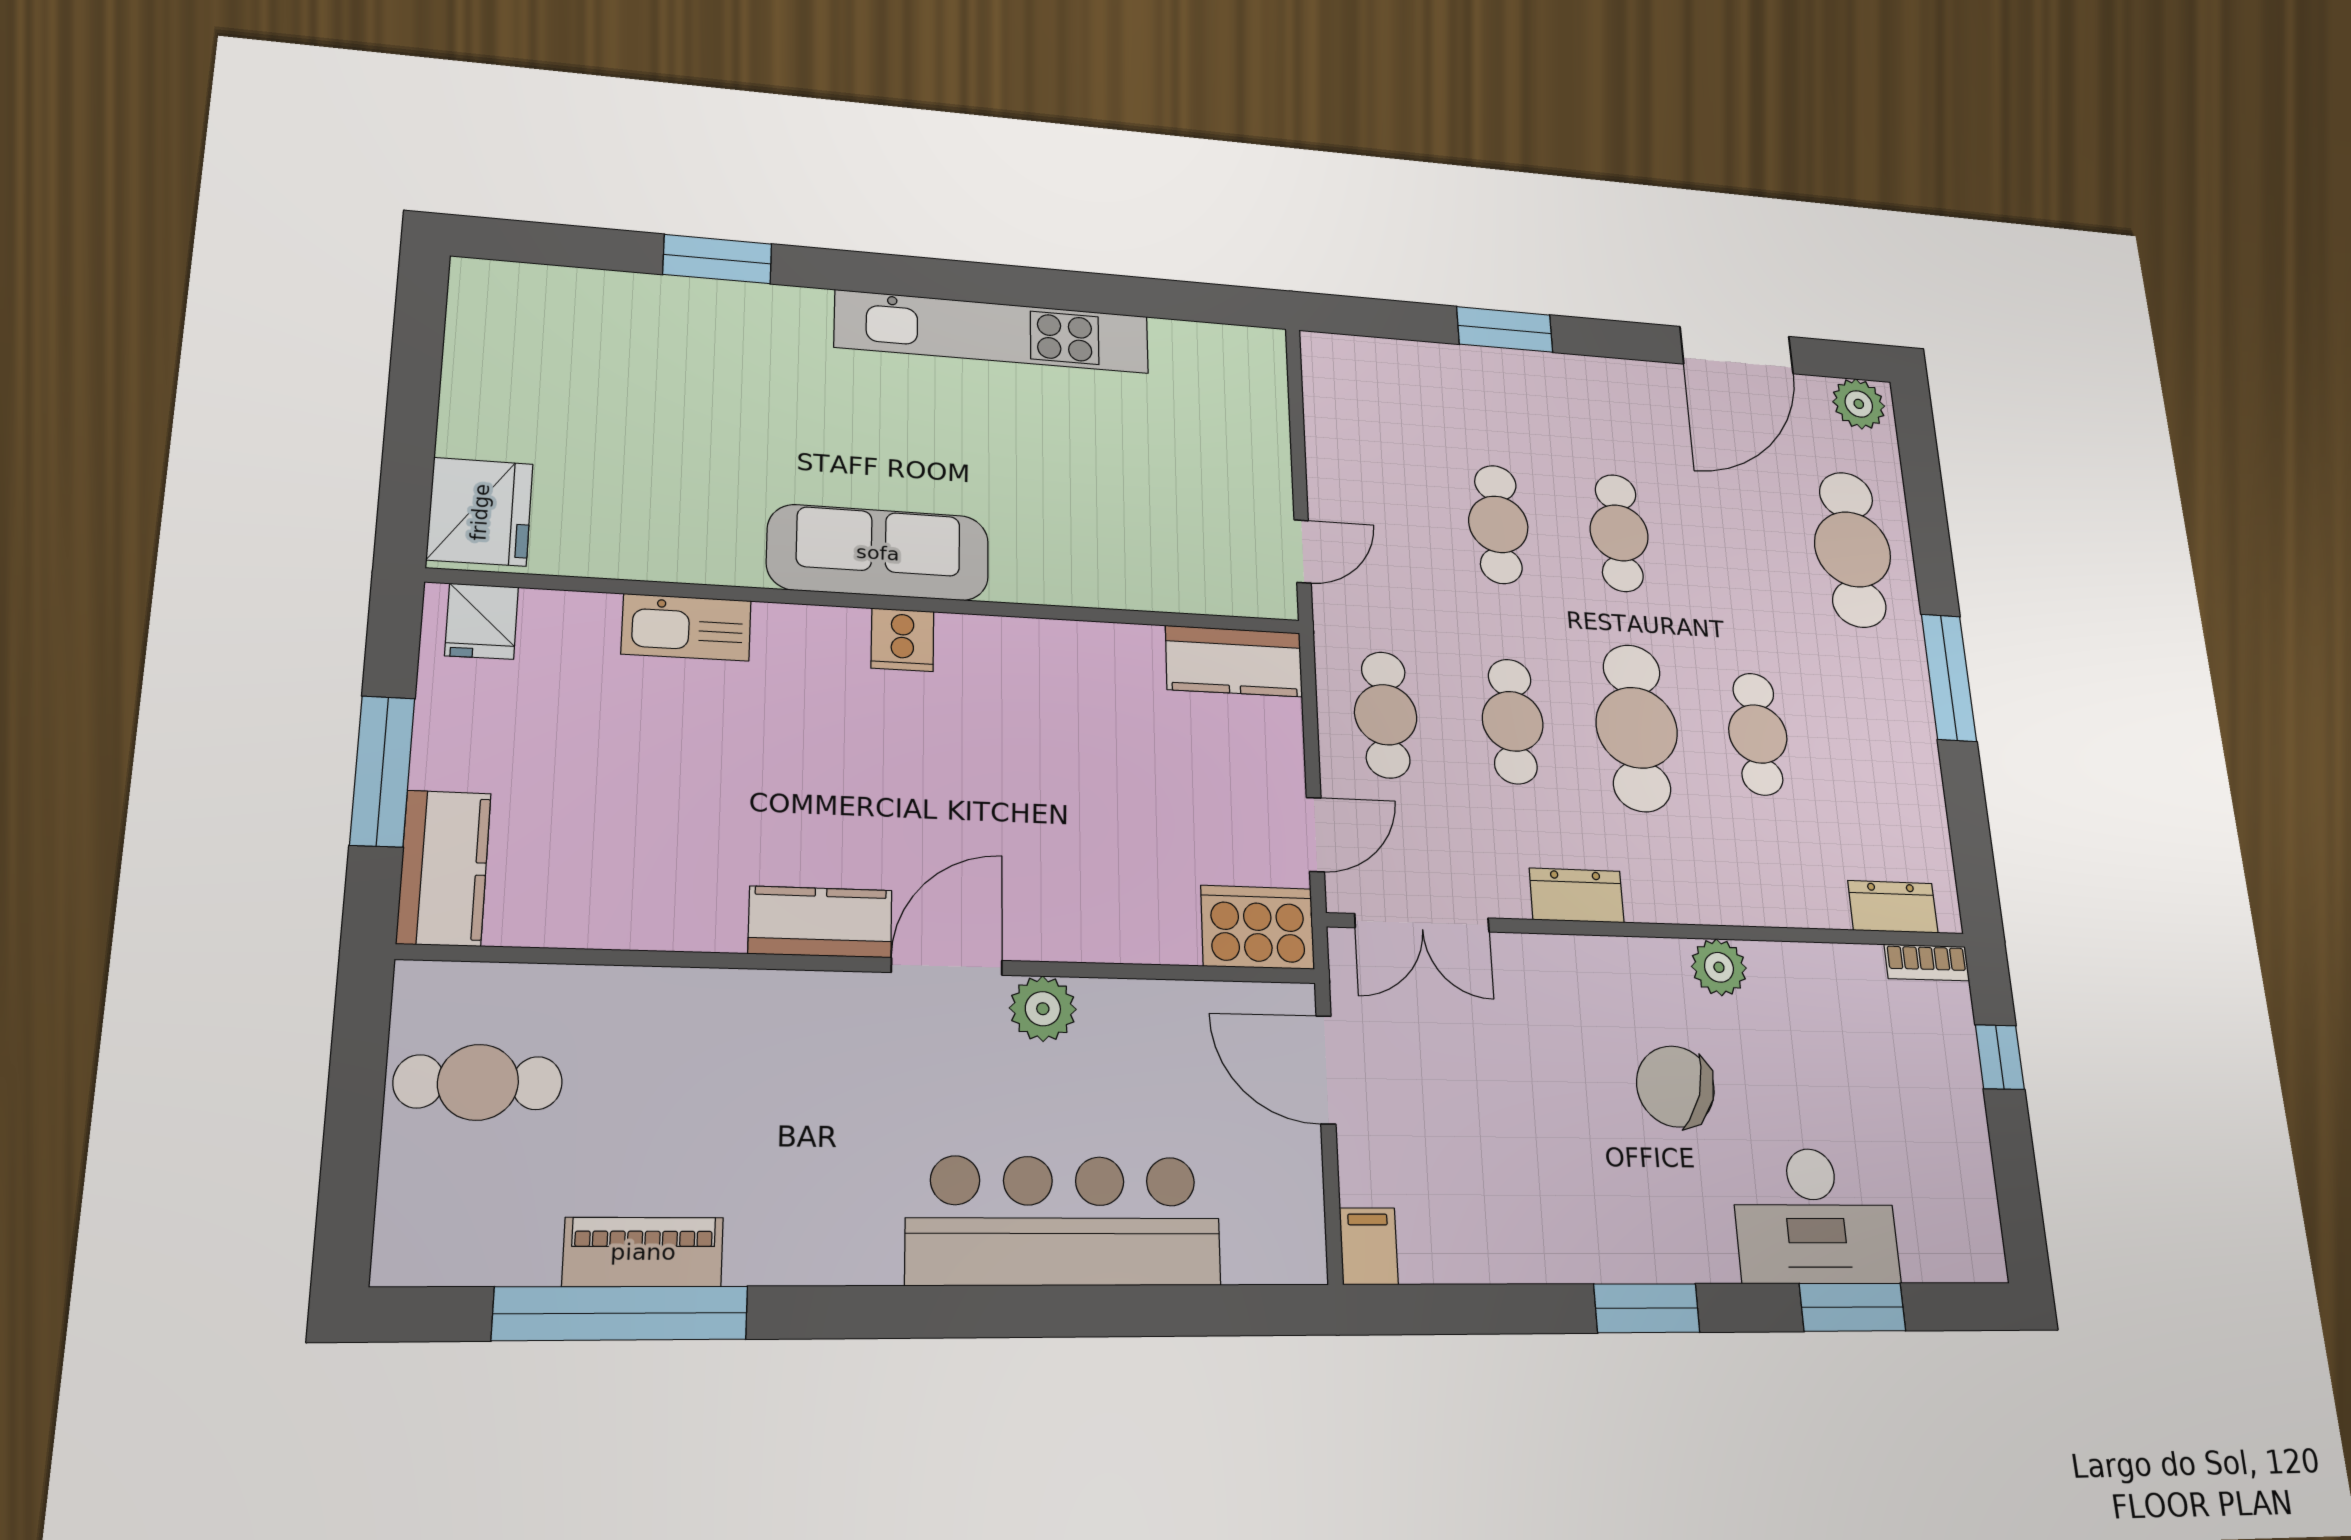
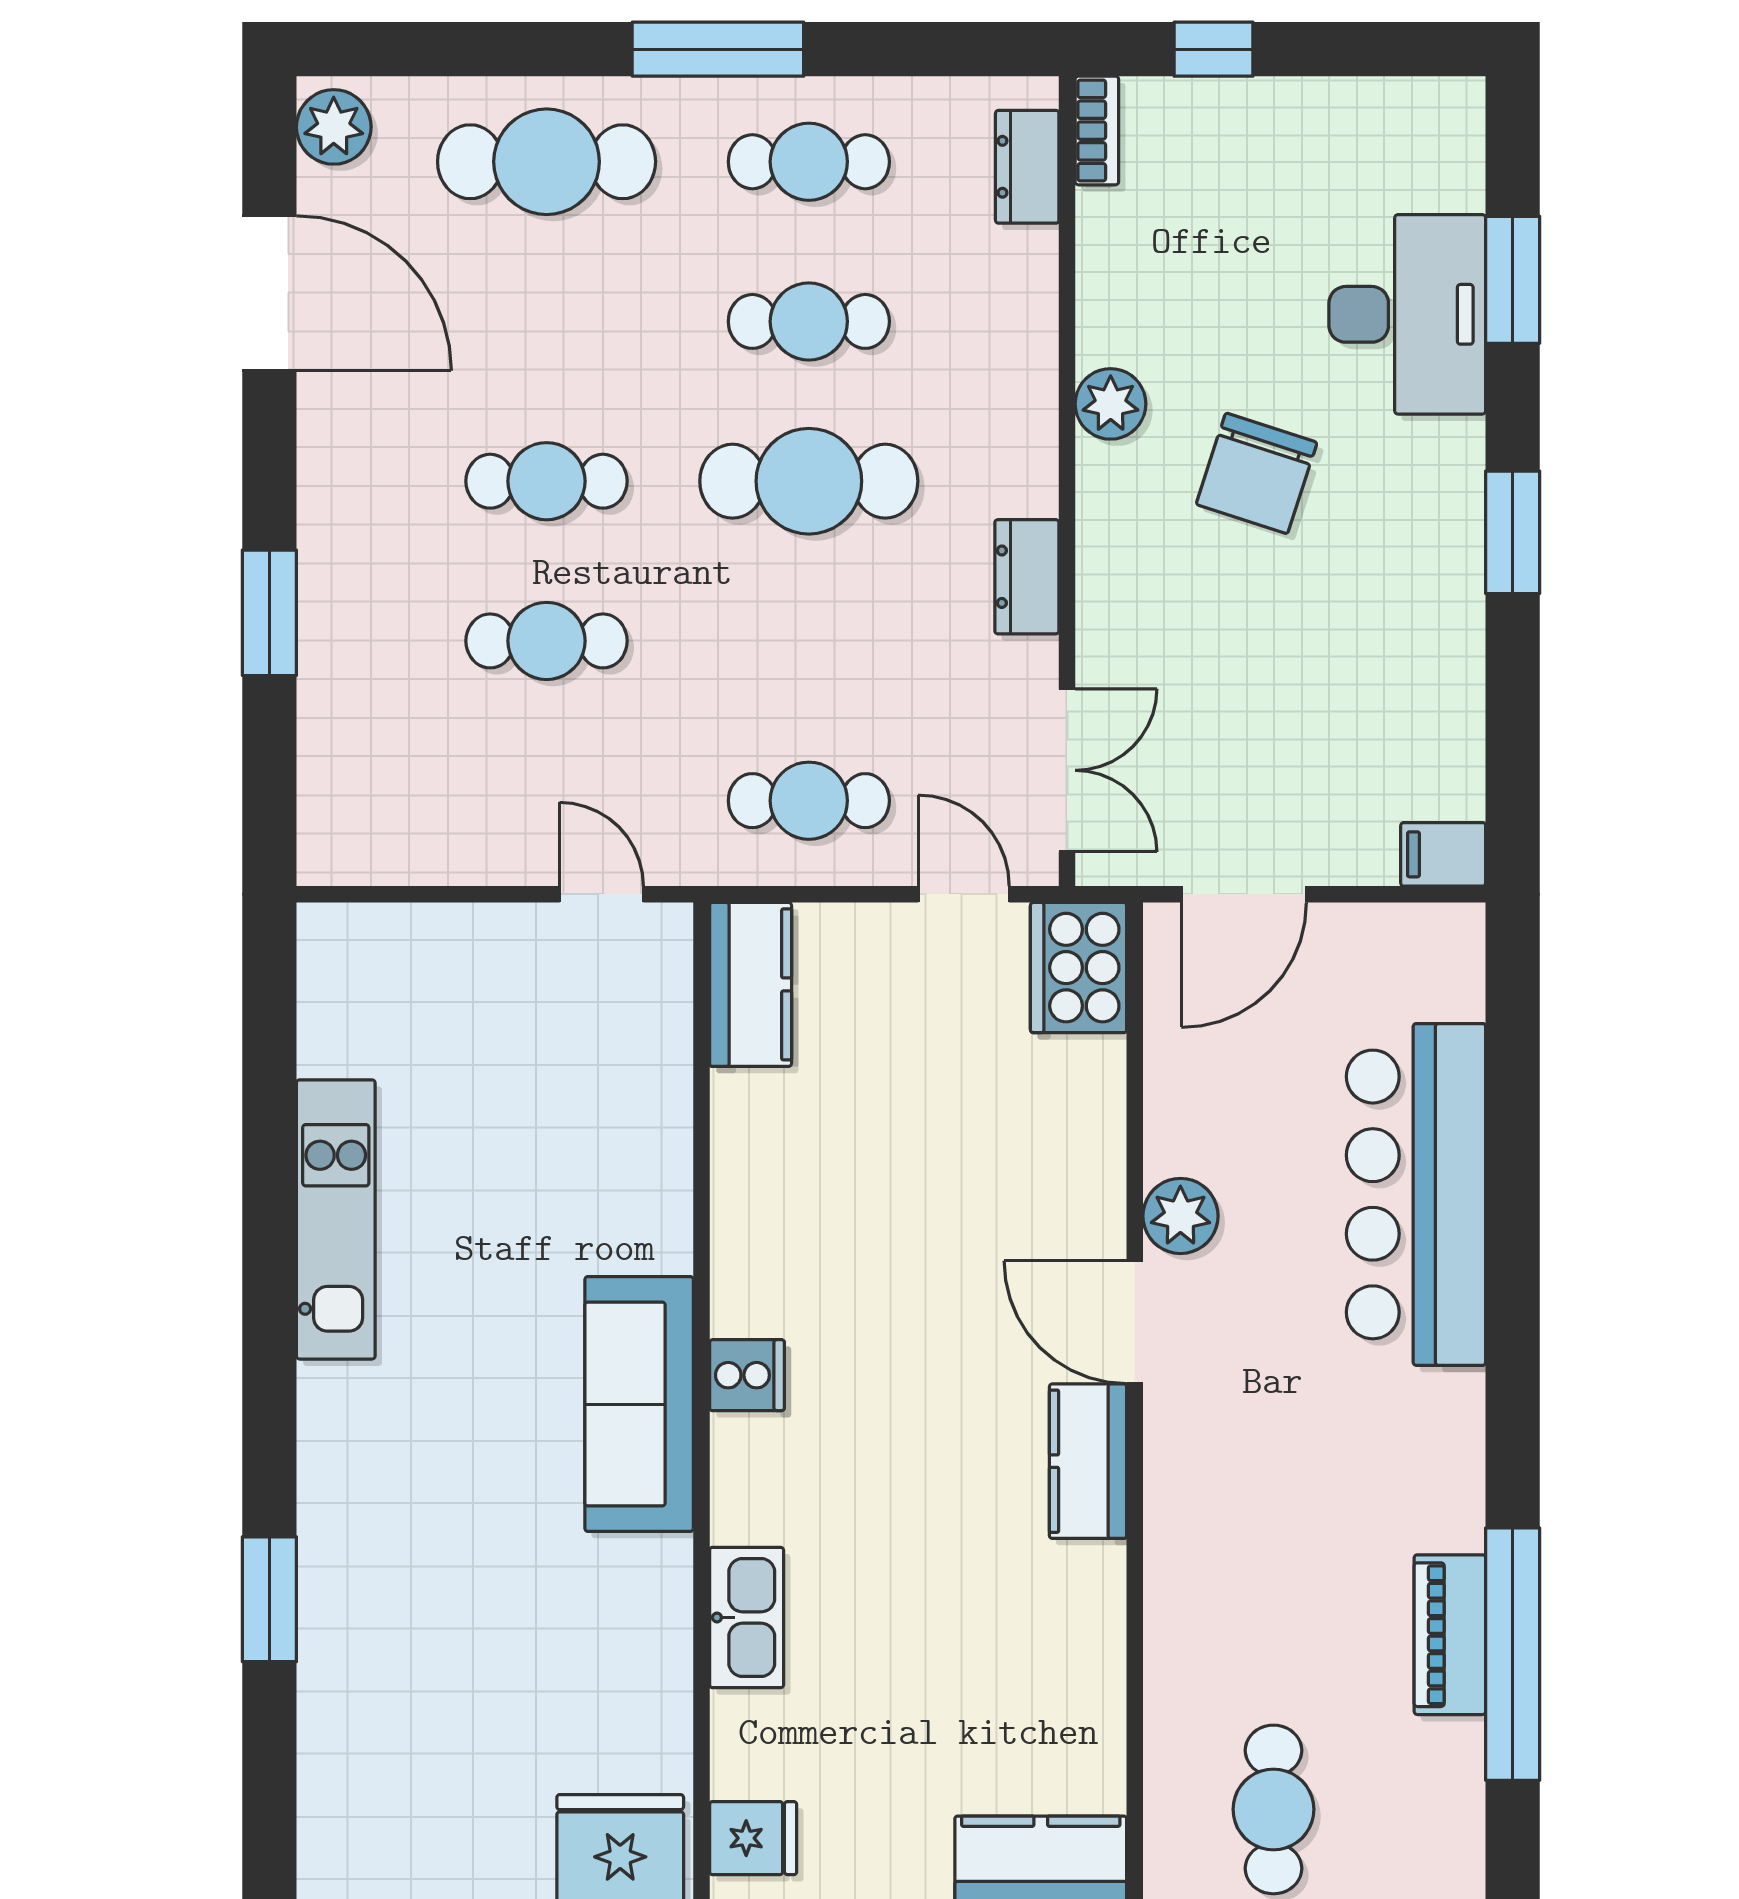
kitchen unit: (993, 332) -> (336, 1219), width x0.73
cafe table: (1513, 721) -> (809, 162), moved

